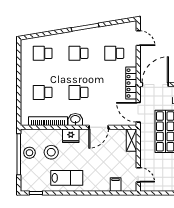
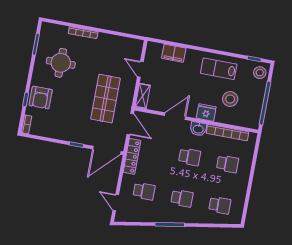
stool: (29, 153) -> (260, 73), moved
door: (138, 175) -> (140, 69), moved
filing cabinet: (116, 184) -> (174, 53), width x2.00

